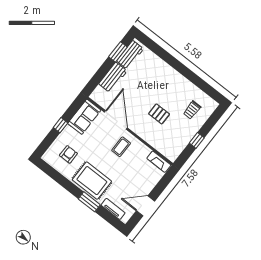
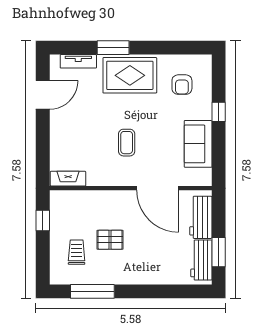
window: (200, 83) -> (92, 291), added
pallet: (159, 114) -> (110, 240), moved
door: (116, 120) -> (158, 188), moved
wall: (130, 131) -> (131, 188), moved
fireplace: (159, 162) -> (68, 179), moved

